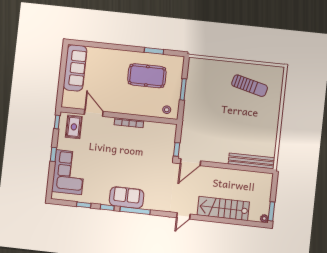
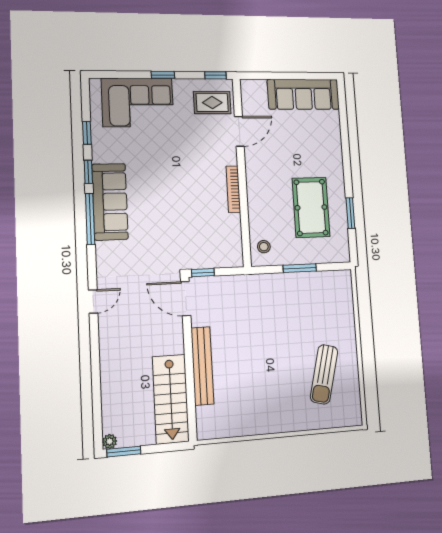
bench: (252, 161) -> (202, 366), moved
sofa: (127, 198) -> (110, 202), width x1.36
stairs: (223, 209) -> (171, 399), moved, turned 180
door: (183, 216) -> (93, 301), swing flipped

